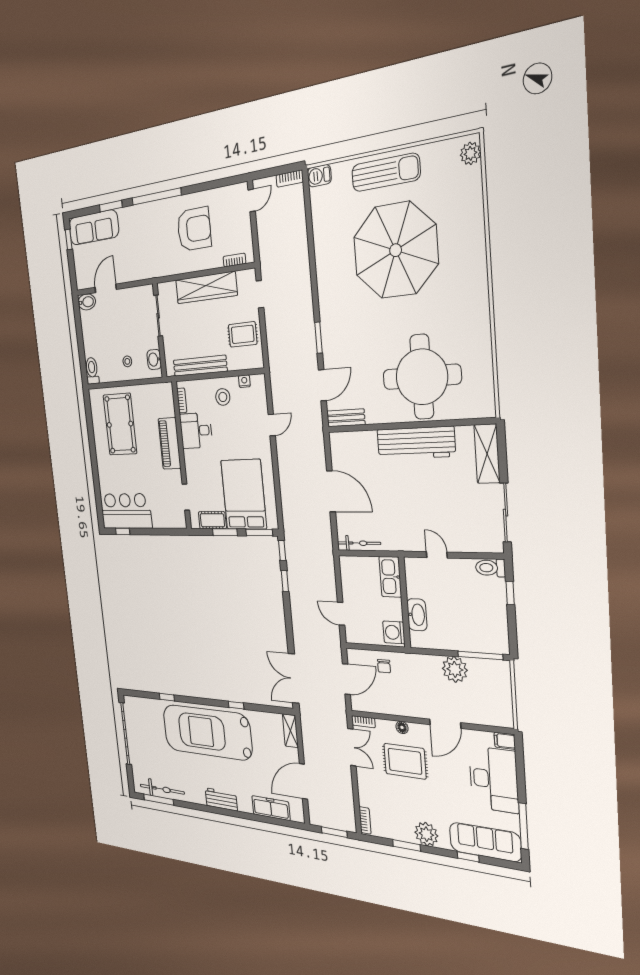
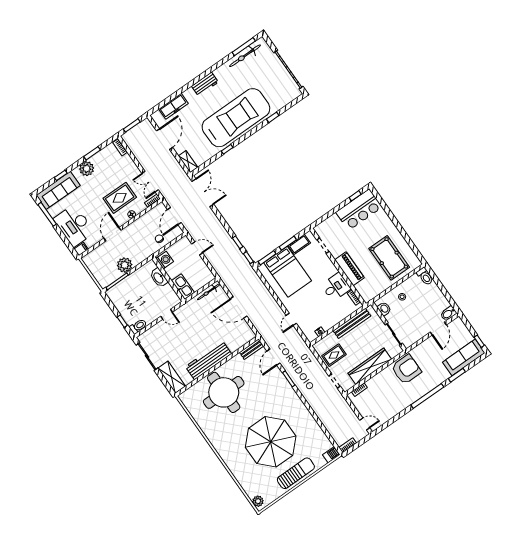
sun lounger: (386, 172) -> (296, 473), turned 180
door: (252, 200) -> (365, 424), swing flipped
armchair: (194, 229) -> (406, 369), moved, turned 180
stool: (223, 397) -> (329, 316), removed

